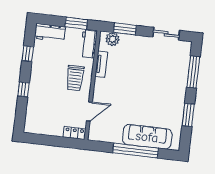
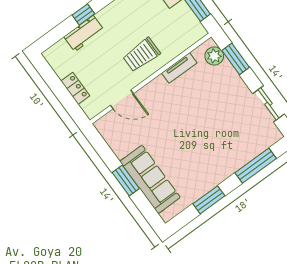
workbench: (89, 44) -> (84, 34), moved, turned 180
locker: (74, 133) -> (75, 88), moved
window: (136, 150) -> (126, 181), width x0.47

